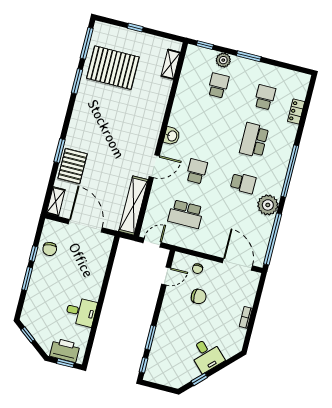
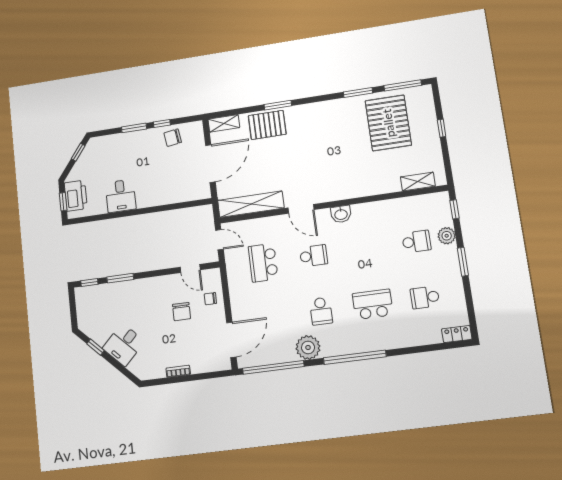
school desk: (265, 97) -> (425, 297), turned 180
locker: (296, 112) -> (457, 334), moved

